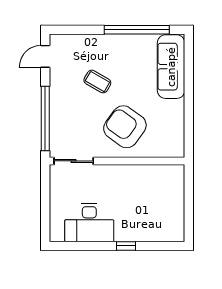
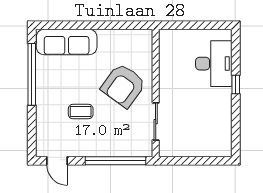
coffee table: (97, 82) -> (81, 112), turned 60
sliding door: (74, 161) -> (156, 122), moved
desk: (89, 223) -> (214, 64), moved

